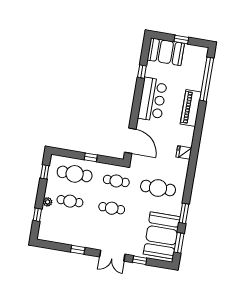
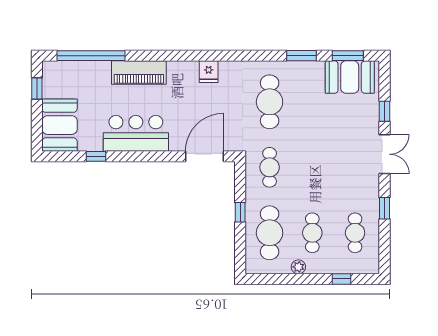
window: (181, 40) -> (37, 88), moved
window: (45, 172) -> (274, 279), removed
plant: (48, 202) -> (298, 267), moved
cafe table: (112, 208) -> (355, 233), moved
booth: (162, 235) -> (350, 77), width x0.73, depth x0.70

